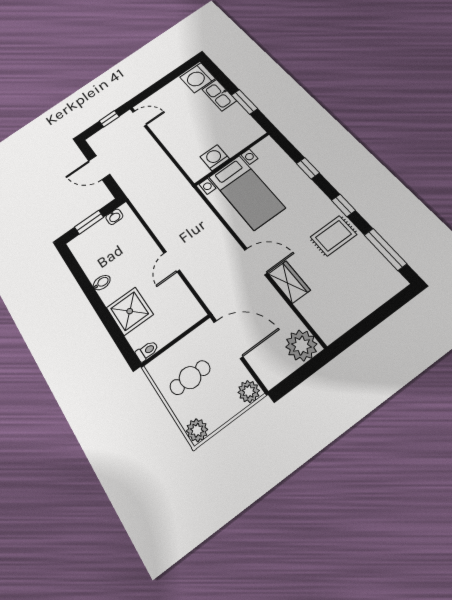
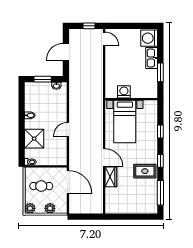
door: (99, 168) -> (66, 52), hinge flipped
plant: (301, 345) -> (95, 206), removed
plant: (249, 391) -> (50, 208), moved

